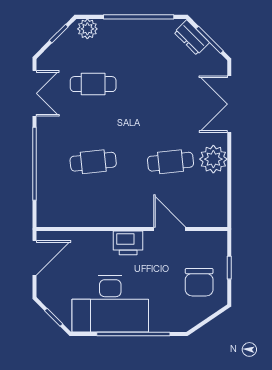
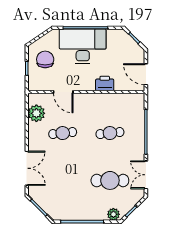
dresser: (192, 38) -> (50, 209), removed
cafe table: (93, 84) -> (110, 180), width x1.37, depth x1.35
plant: (213, 159) -> (36, 113), moved
printer: (128, 243) -> (105, 83), moved
door: (34, 258) -> (146, 74), hinge flipped
desk: (110, 304) -> (83, 46), moved

